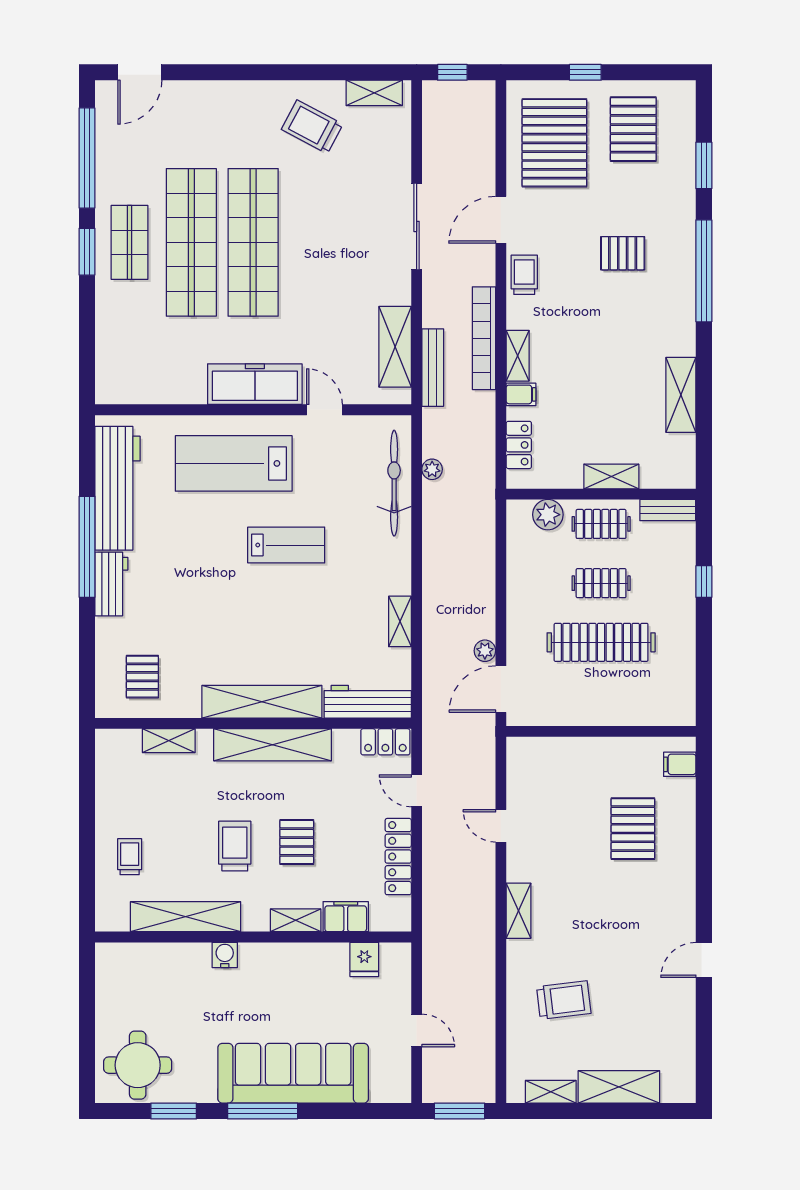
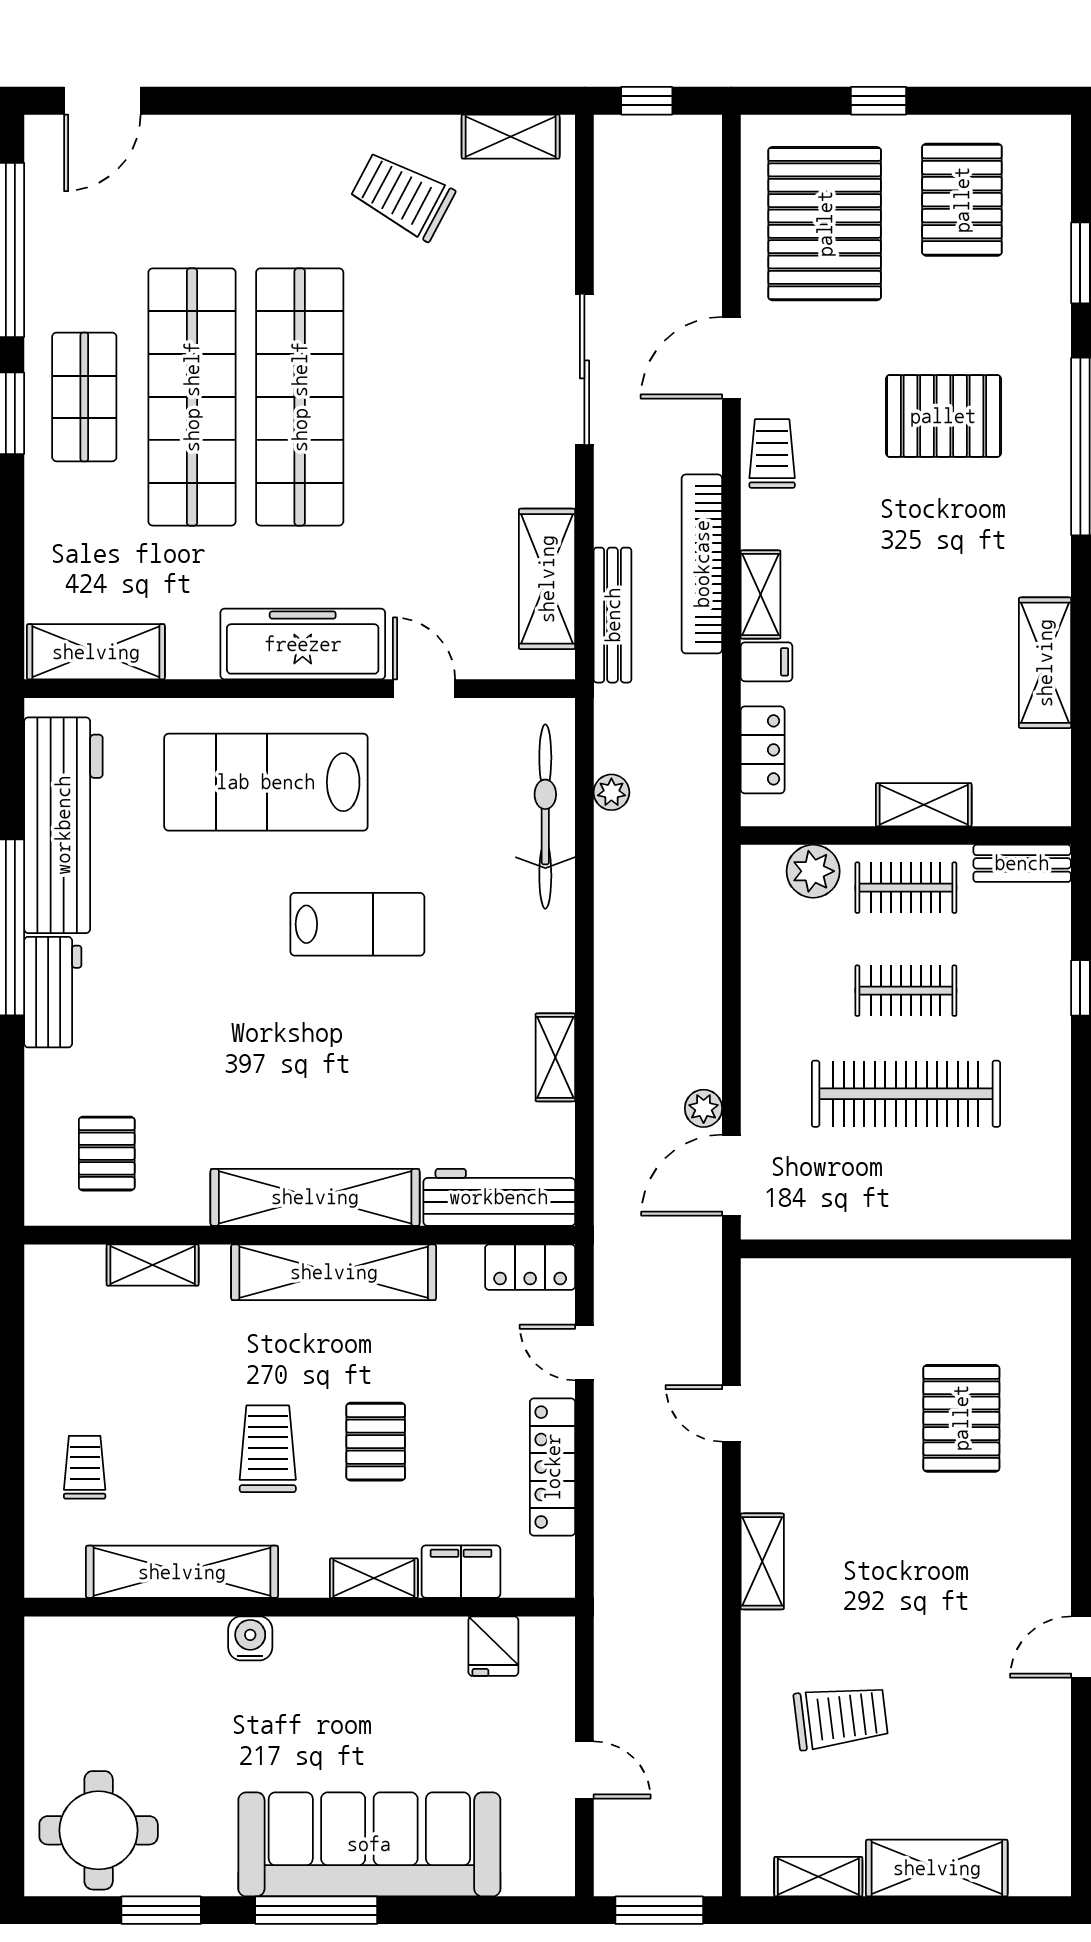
pallet: (623, 253) -> (943, 416), width x1.50, depth x1.42
shelving: (136, 389) -> (96, 652), added
filing cabinet: (680, 764) -> (1043, 1306), removed

